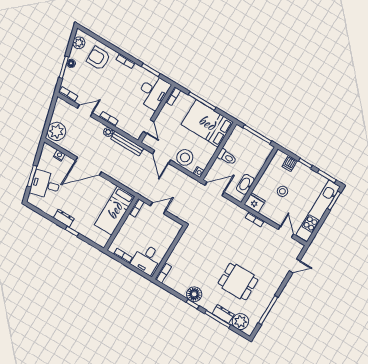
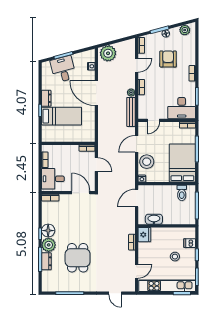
armchair: (98, 58) -> (168, 59), moved
door: (85, 111) -> (137, 65), hinge flipped
toilet: (227, 157) -> (182, 193), moved
door: (215, 189) -> (137, 198), swing flipped
stool: (282, 191) -> (175, 257), moved
bed: (115, 211) -> (62, 116), moved, turned 180
door: (176, 240) -> (81, 193), added
plant: (240, 321) -> (49, 245), moved

